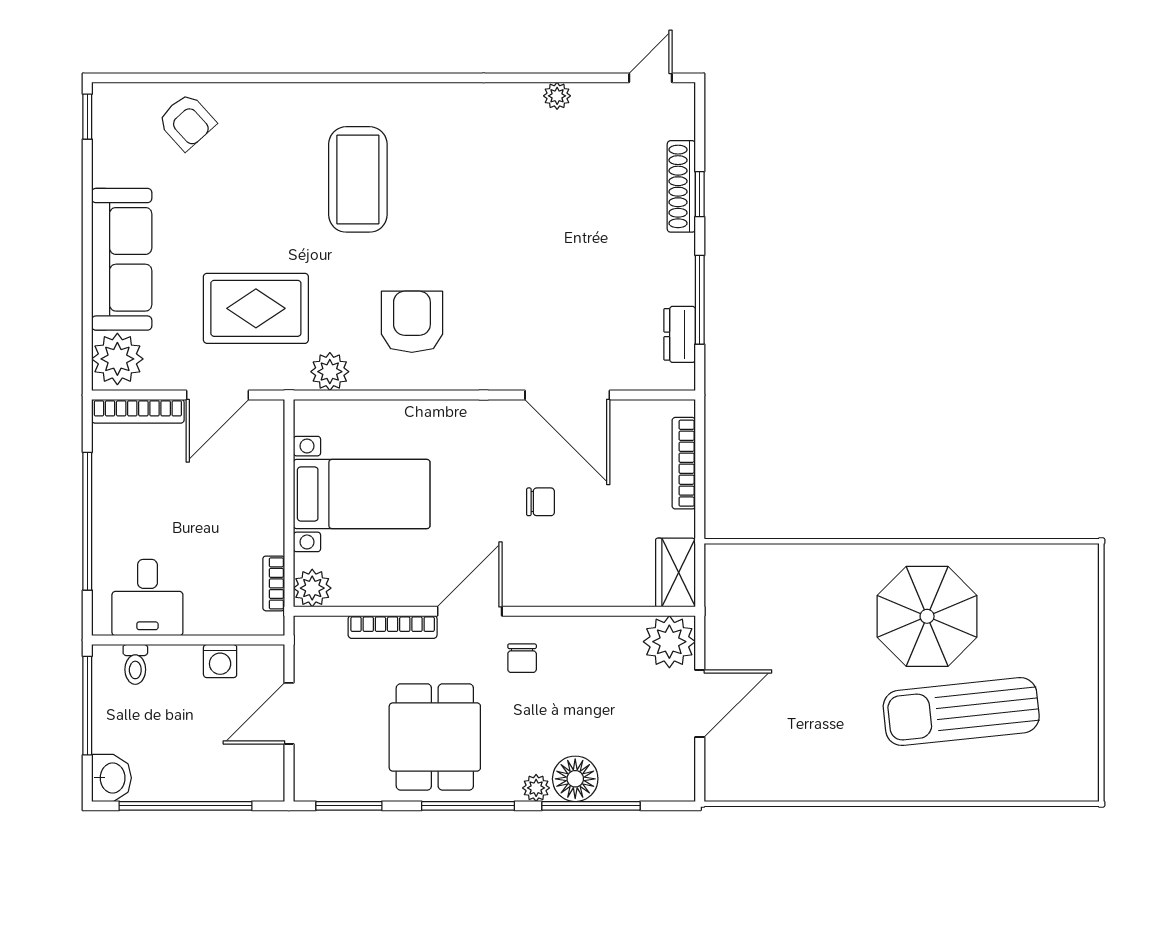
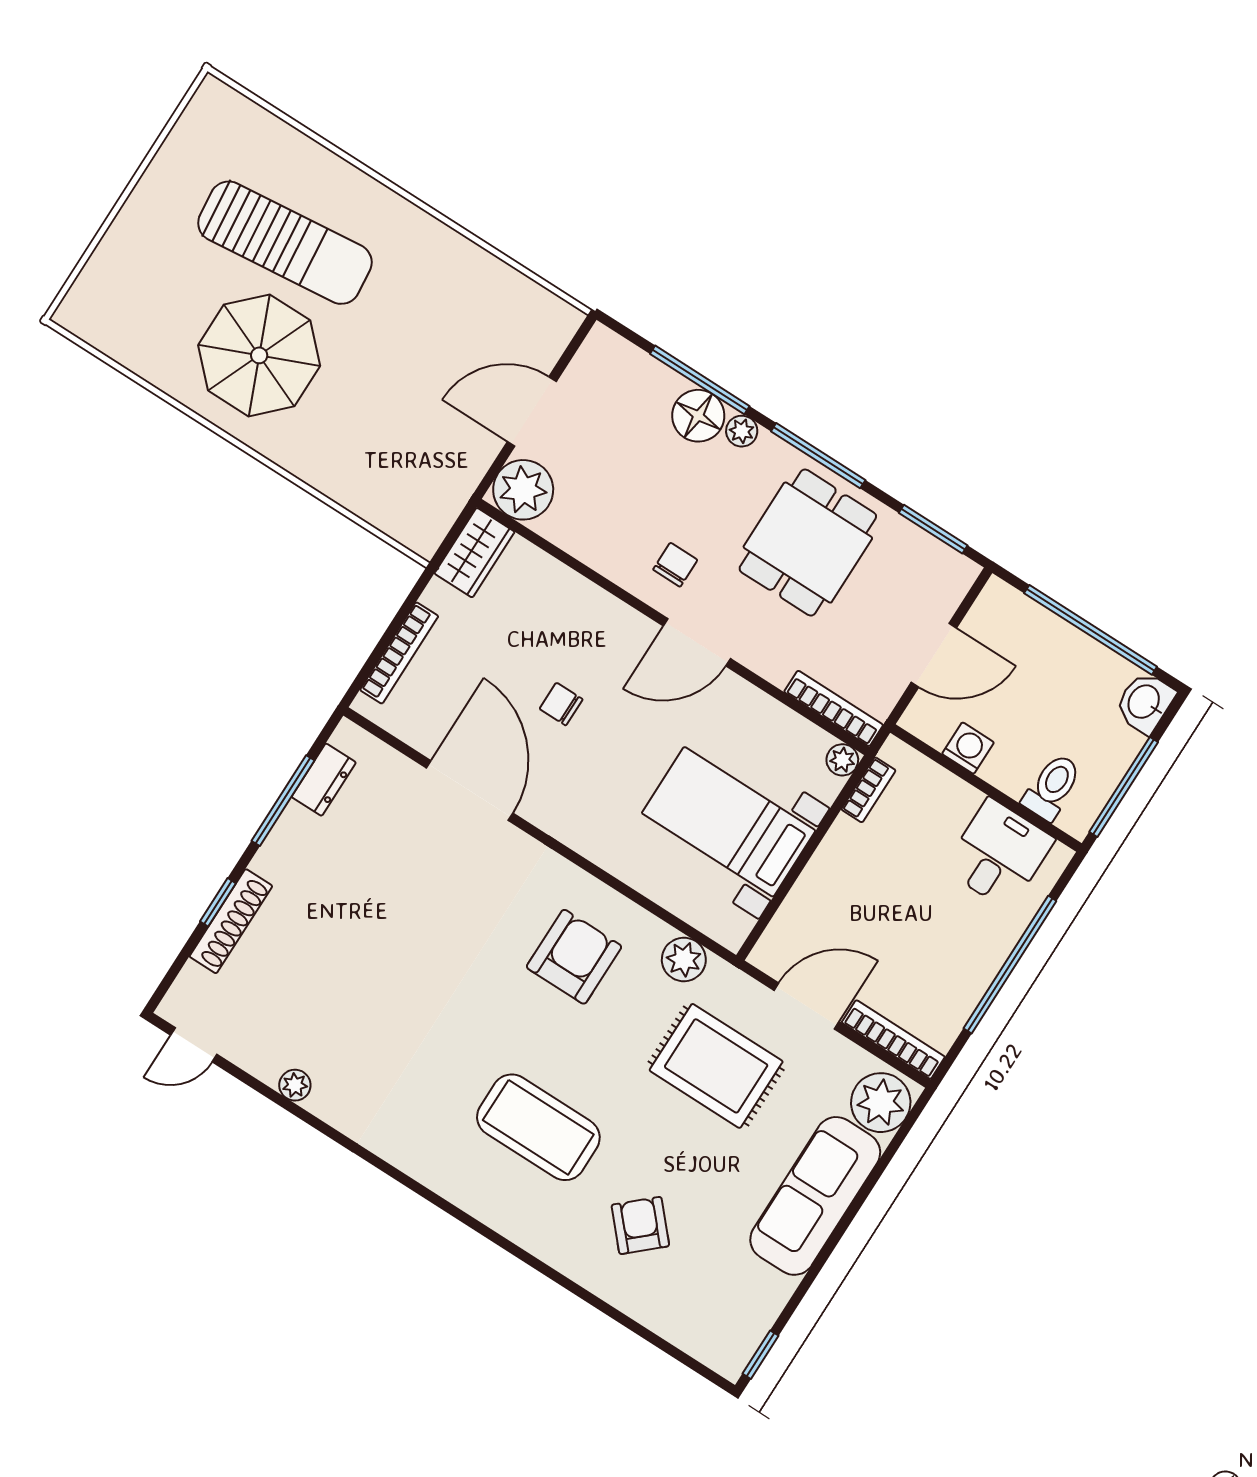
armchair: (187, 122) -> (640, 1225), moved
coffee table: (358, 179) -> (538, 1127), turned 90
armchair: (412, 322) -> (574, 957), turned 180
plant: (312, 588) -> (842, 760), width x0.73, depth x0.73
bookcase: (393, 627) -> (834, 708), moved
toilet: (135, 664) -> (1052, 787), width x1.37, depth x1.39

